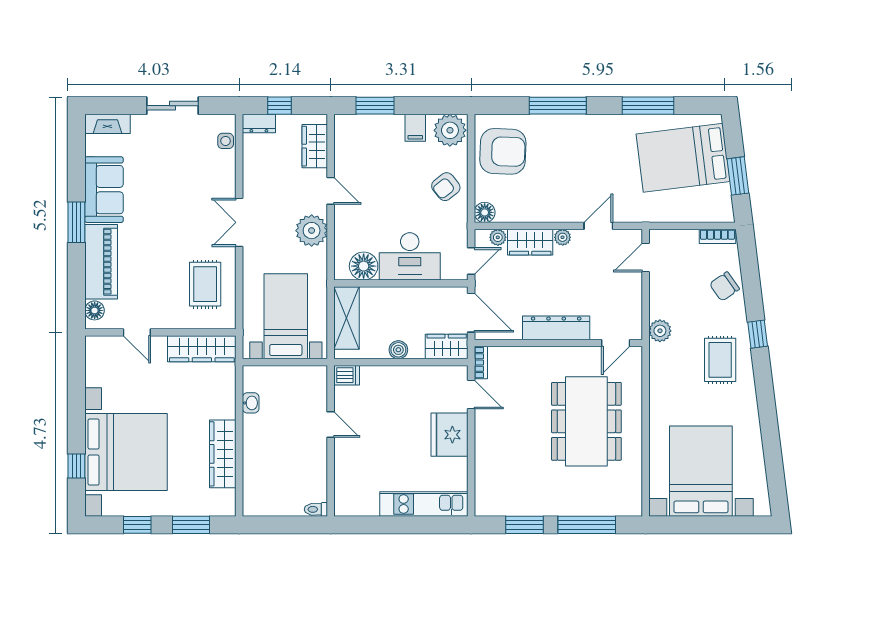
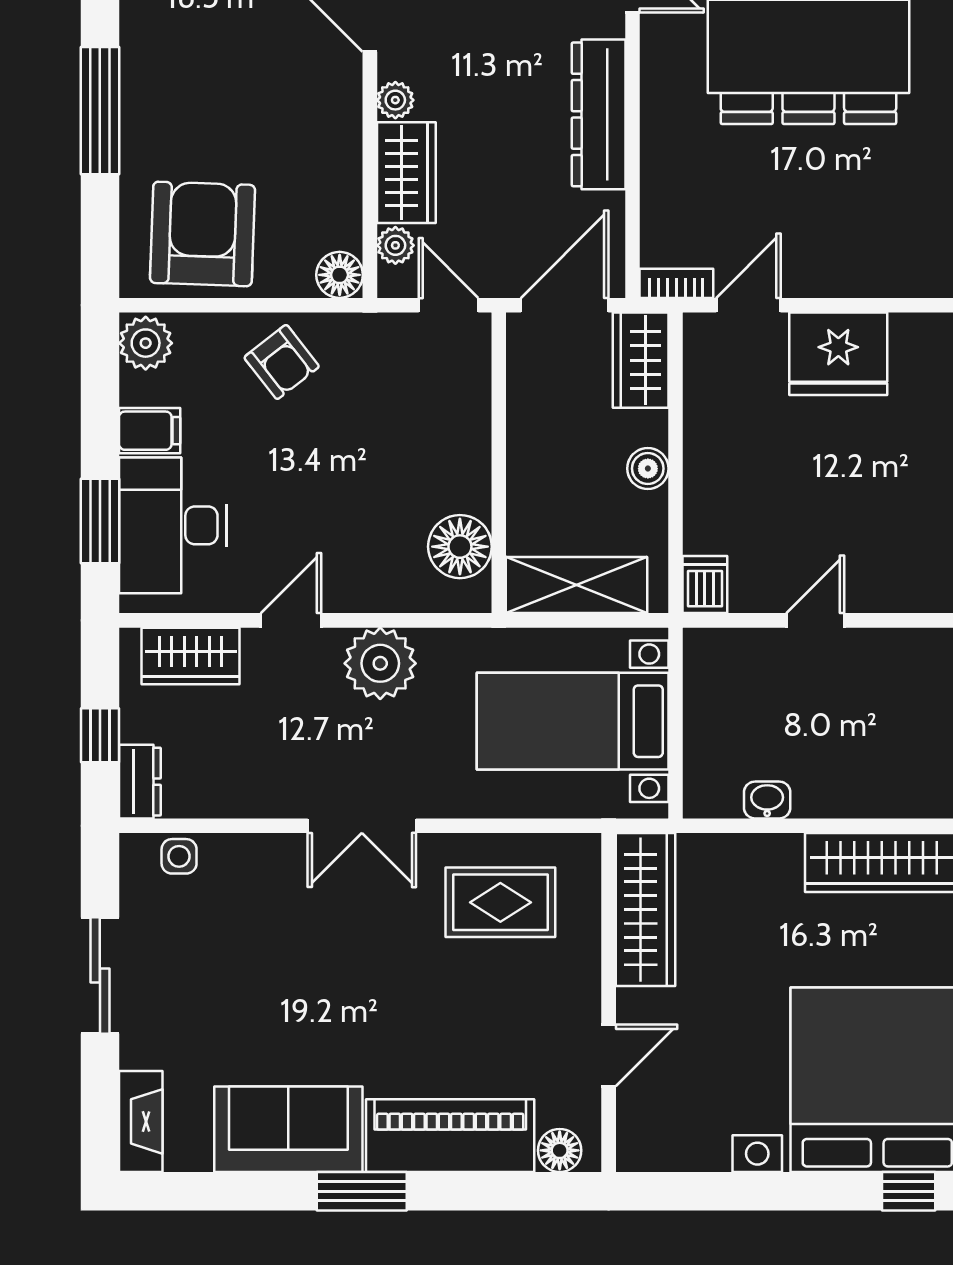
plant: (450, 130) -> (146, 343), width x0.73, depth x0.73
desk: (410, 256) -> (173, 525), moved, turned 180

